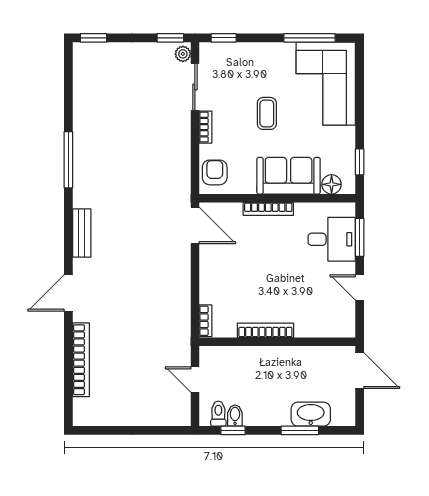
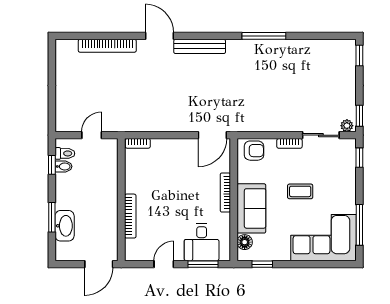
bench: (82, 233) -> (200, 46), width x1.36
bookcase: (265, 330) -> (130, 216), moved

